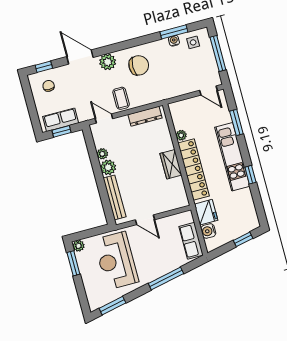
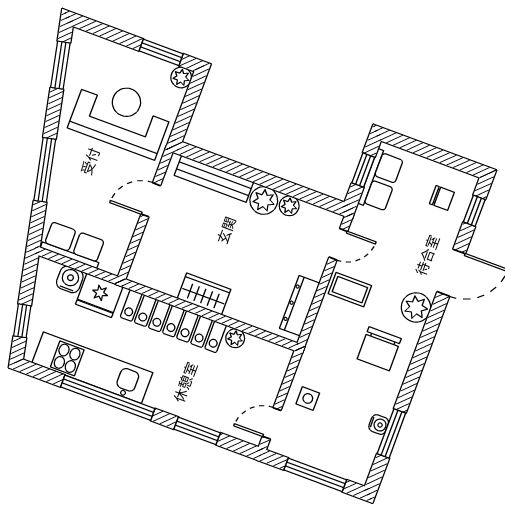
side table: (193, 42) -> (308, 398), moved
kitchen unit: (232, 157) -> (92, 368), moved
window: (250, 175) -> (108, 398), width x3.17

